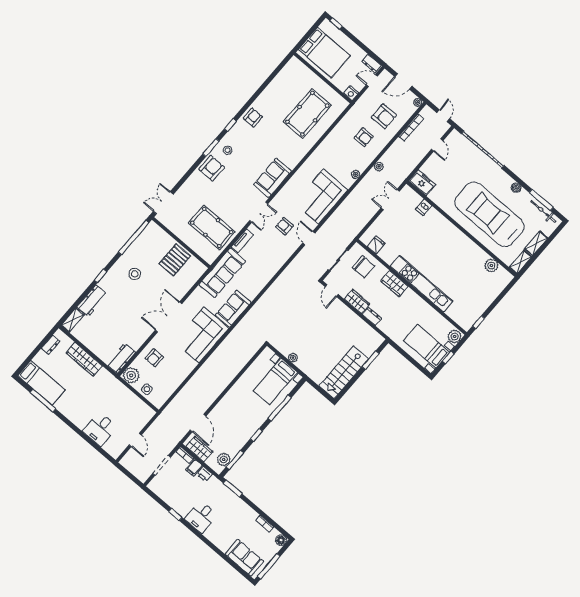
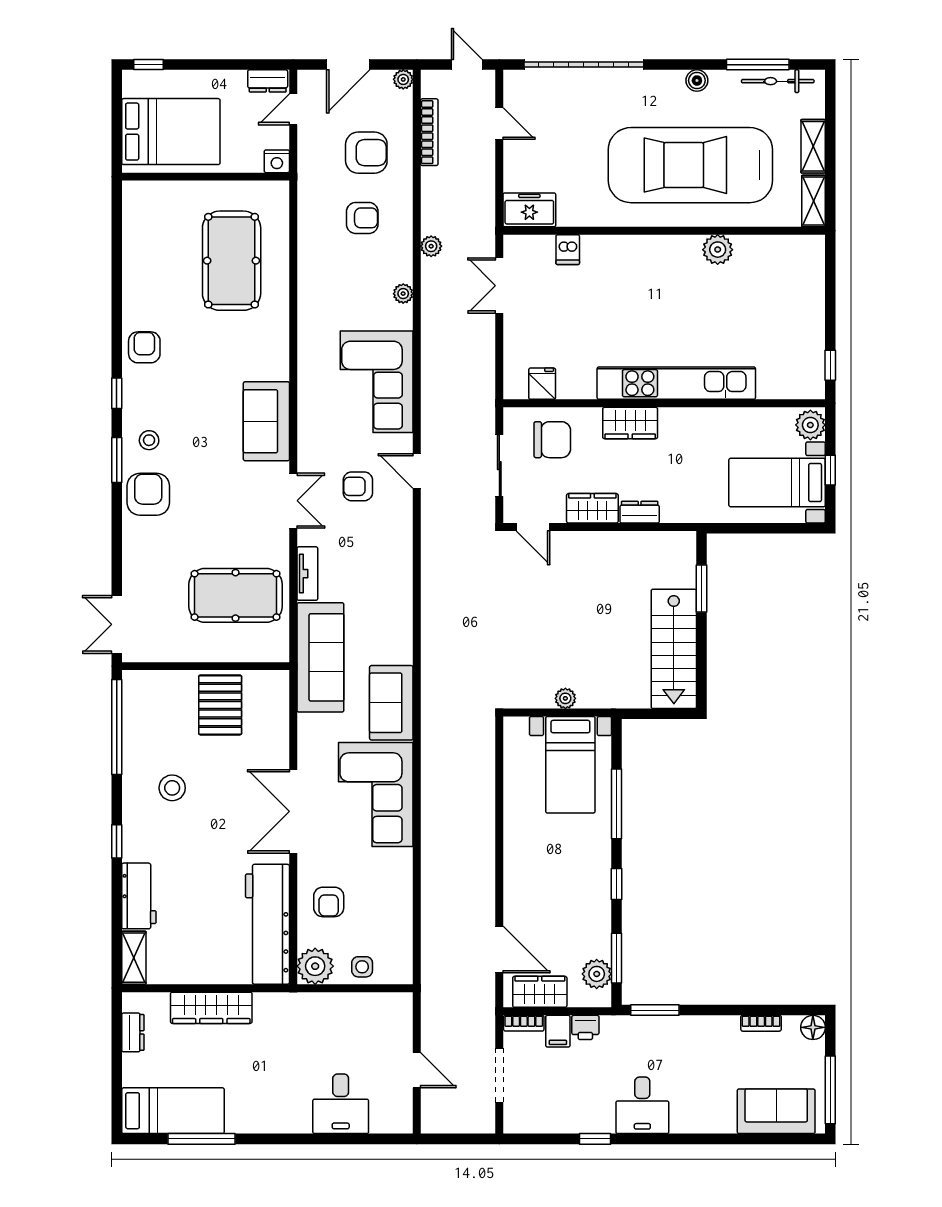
plant: (491, 265) -> (718, 250), moved
workbench: (121, 358) -> (267, 924), width x1.88, depth x1.32

